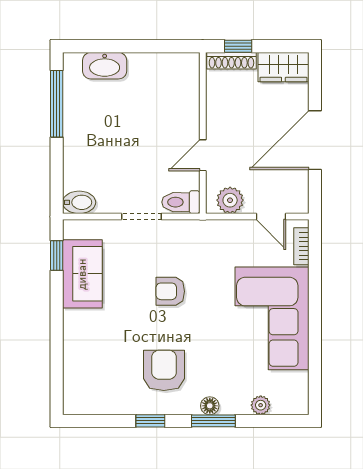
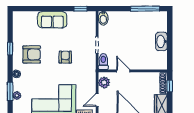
washbasin: (105, 66) -> (161, 41), moved
sofa: (82, 274) -> (52, 20), moved
window: (213, 421) -> (10, 91), moved

